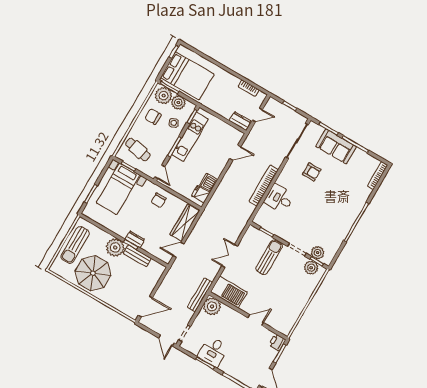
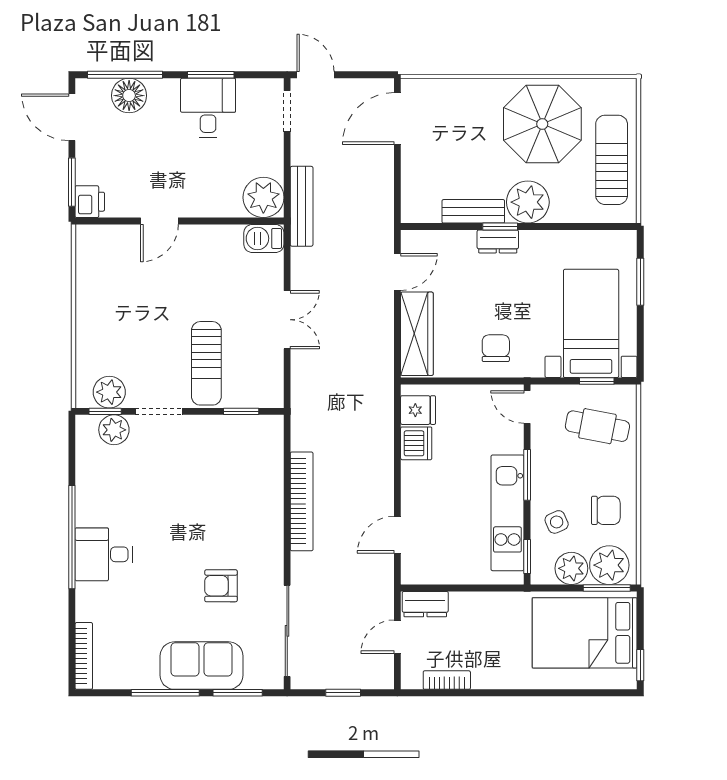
desk: (279, 199) -> (104, 554), moved, turned 180
barbecue: (229, 292) -> (264, 238), width x0.53, depth x0.65
floor lamp: (240, 373) -> (129, 96), added

